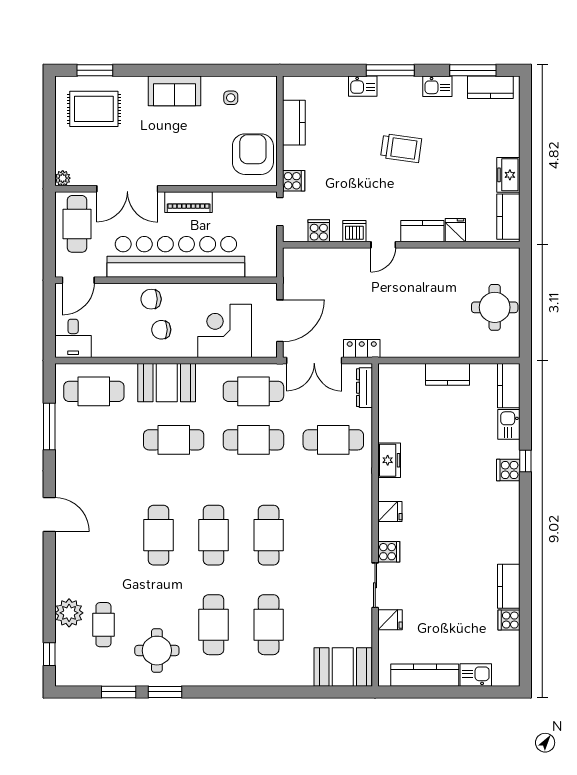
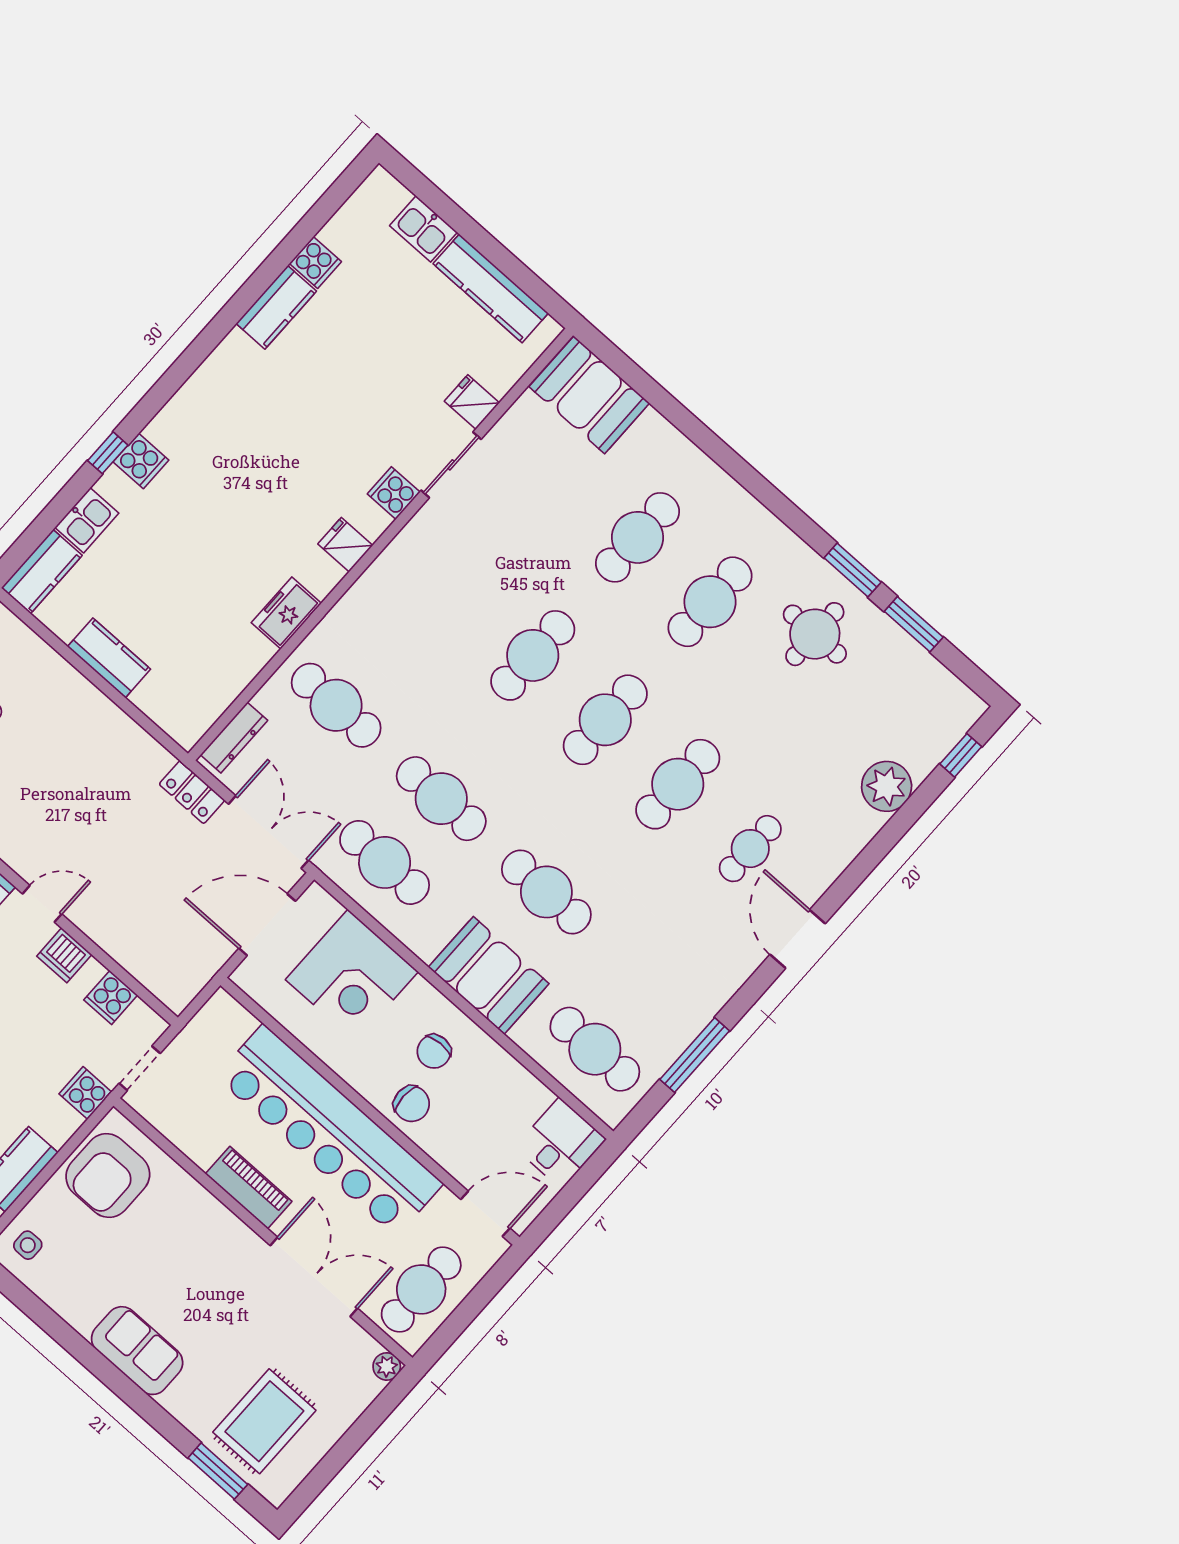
side table: (231, 98) -> (28, 1245), moved
rug: (94, 109) -> (264, 1421), turned 90
chair: (161, 330) -> (434, 1051), turned 88
cafe table: (103, 625) -> (750, 849), moved

